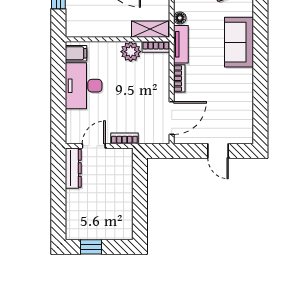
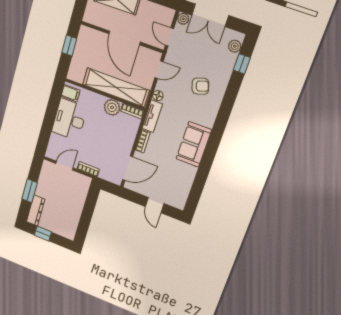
shelving: (150, 29) -> (116, 87), width x2.20, depth x1.33
sofa: (239, 42) -> (194, 144), moved
dresser: (73, 168) -> (36, 211), moved
window: (58, 197) -> (30, 191), added

